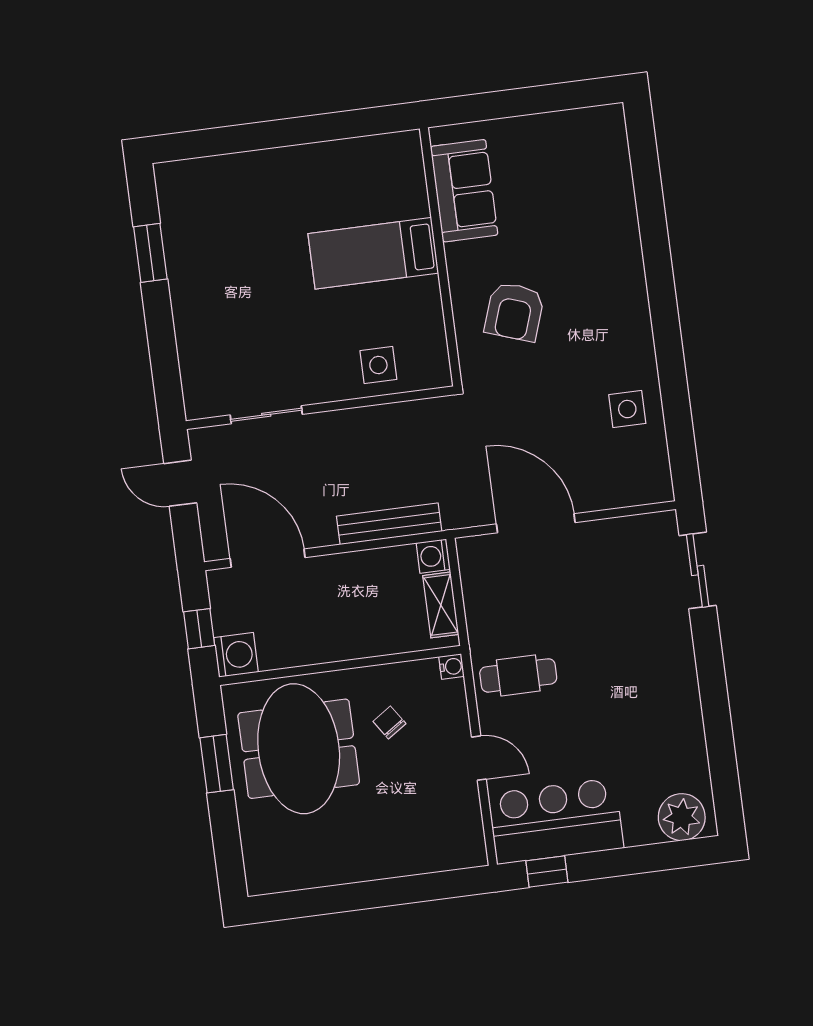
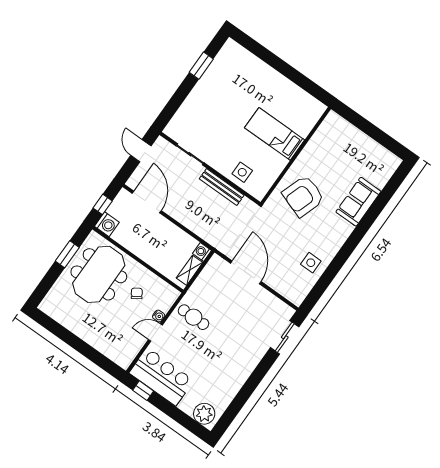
sofa: (464, 191) -> (358, 202), moved, turned 180
armchair: (514, 312) -> (303, 196), width x1.36, depth x1.36
bench: (389, 524) -> (222, 187), moved
water cooler: (452, 667) -> (159, 316), moved
door: (479, 758) -> (155, 332), swing flipped

